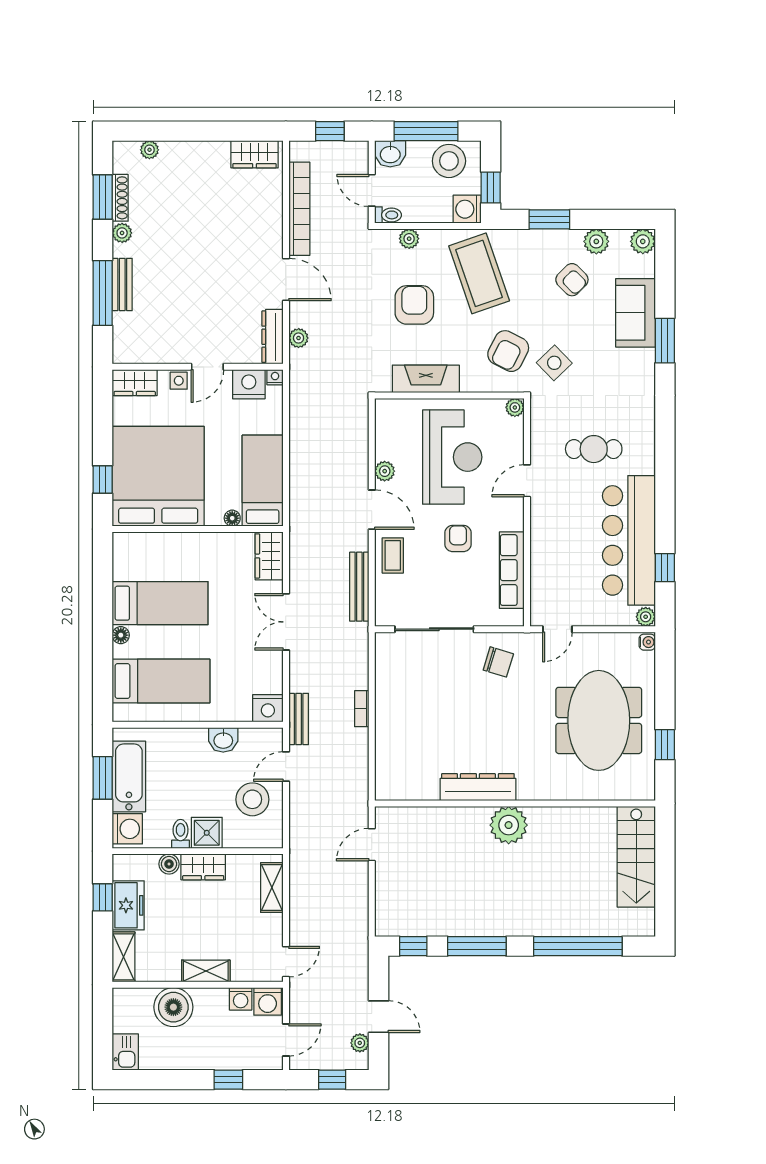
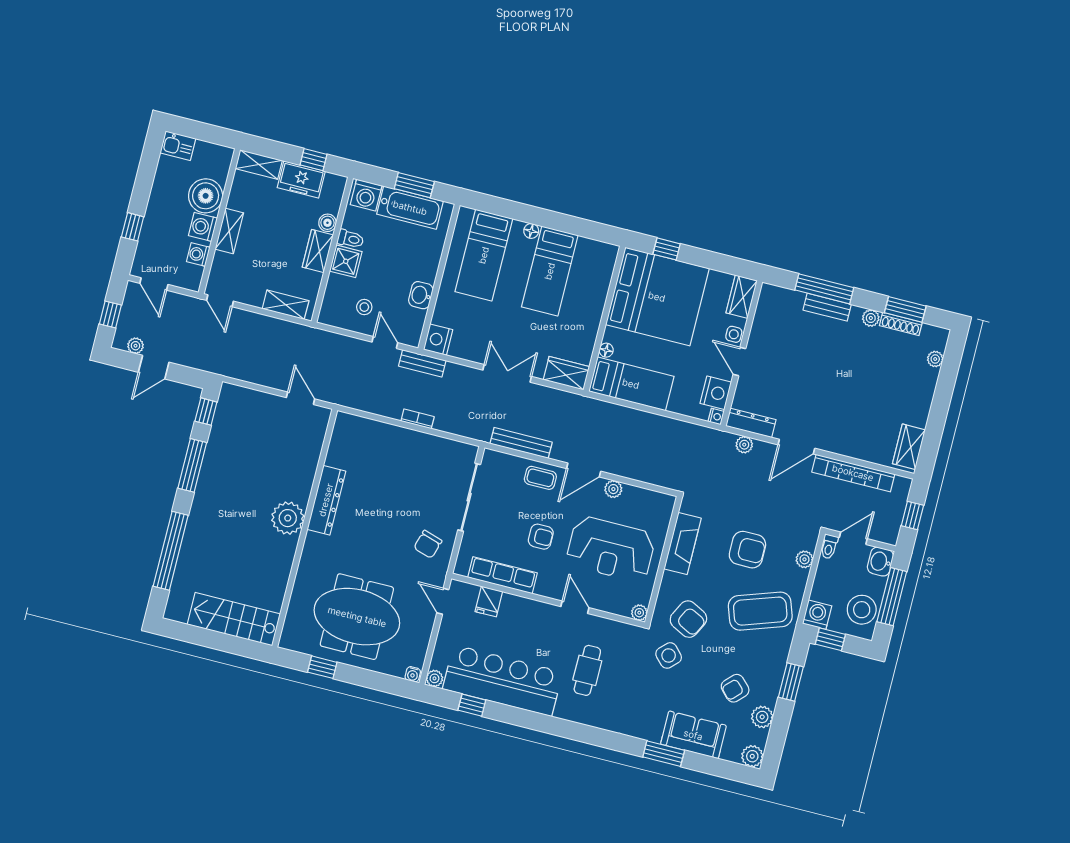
armchair: (508, 351) -> (688, 619), turned 180
fridge: (545, 578) -> (489, 602), added
stool: (252, 799) -> (364, 307), width x0.53, depth x0.53
washing machine: (268, 1001) -> (203, 227), moved

